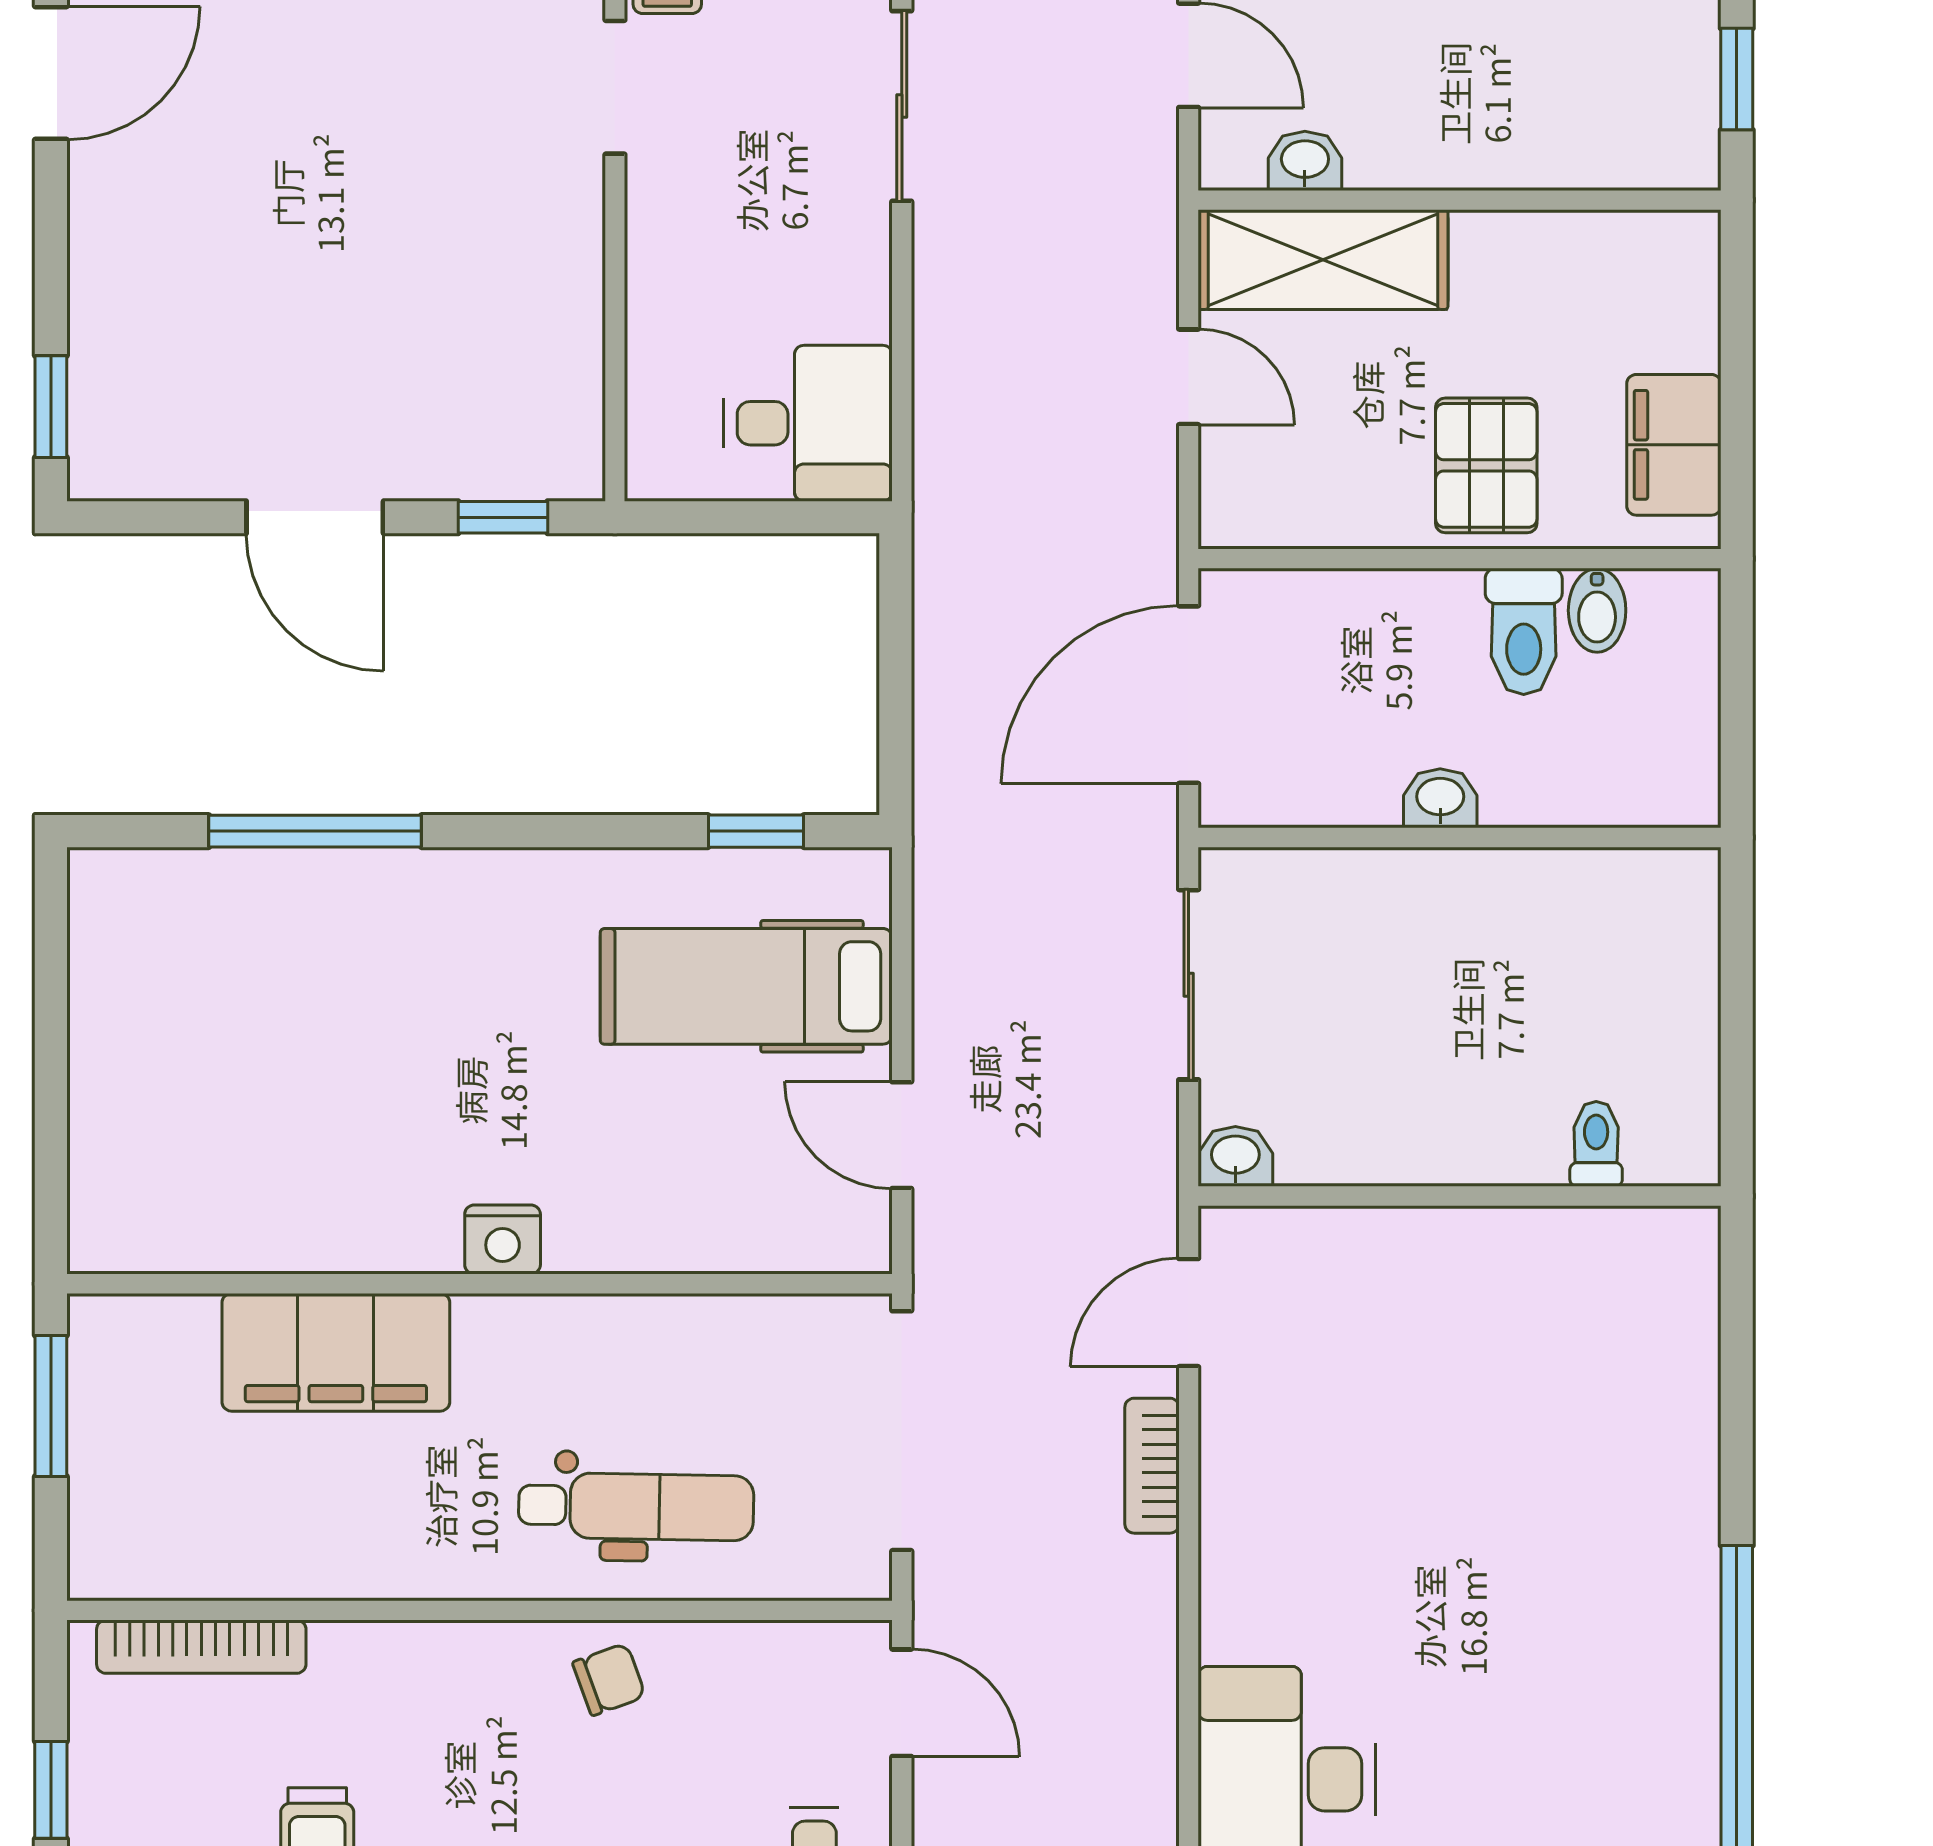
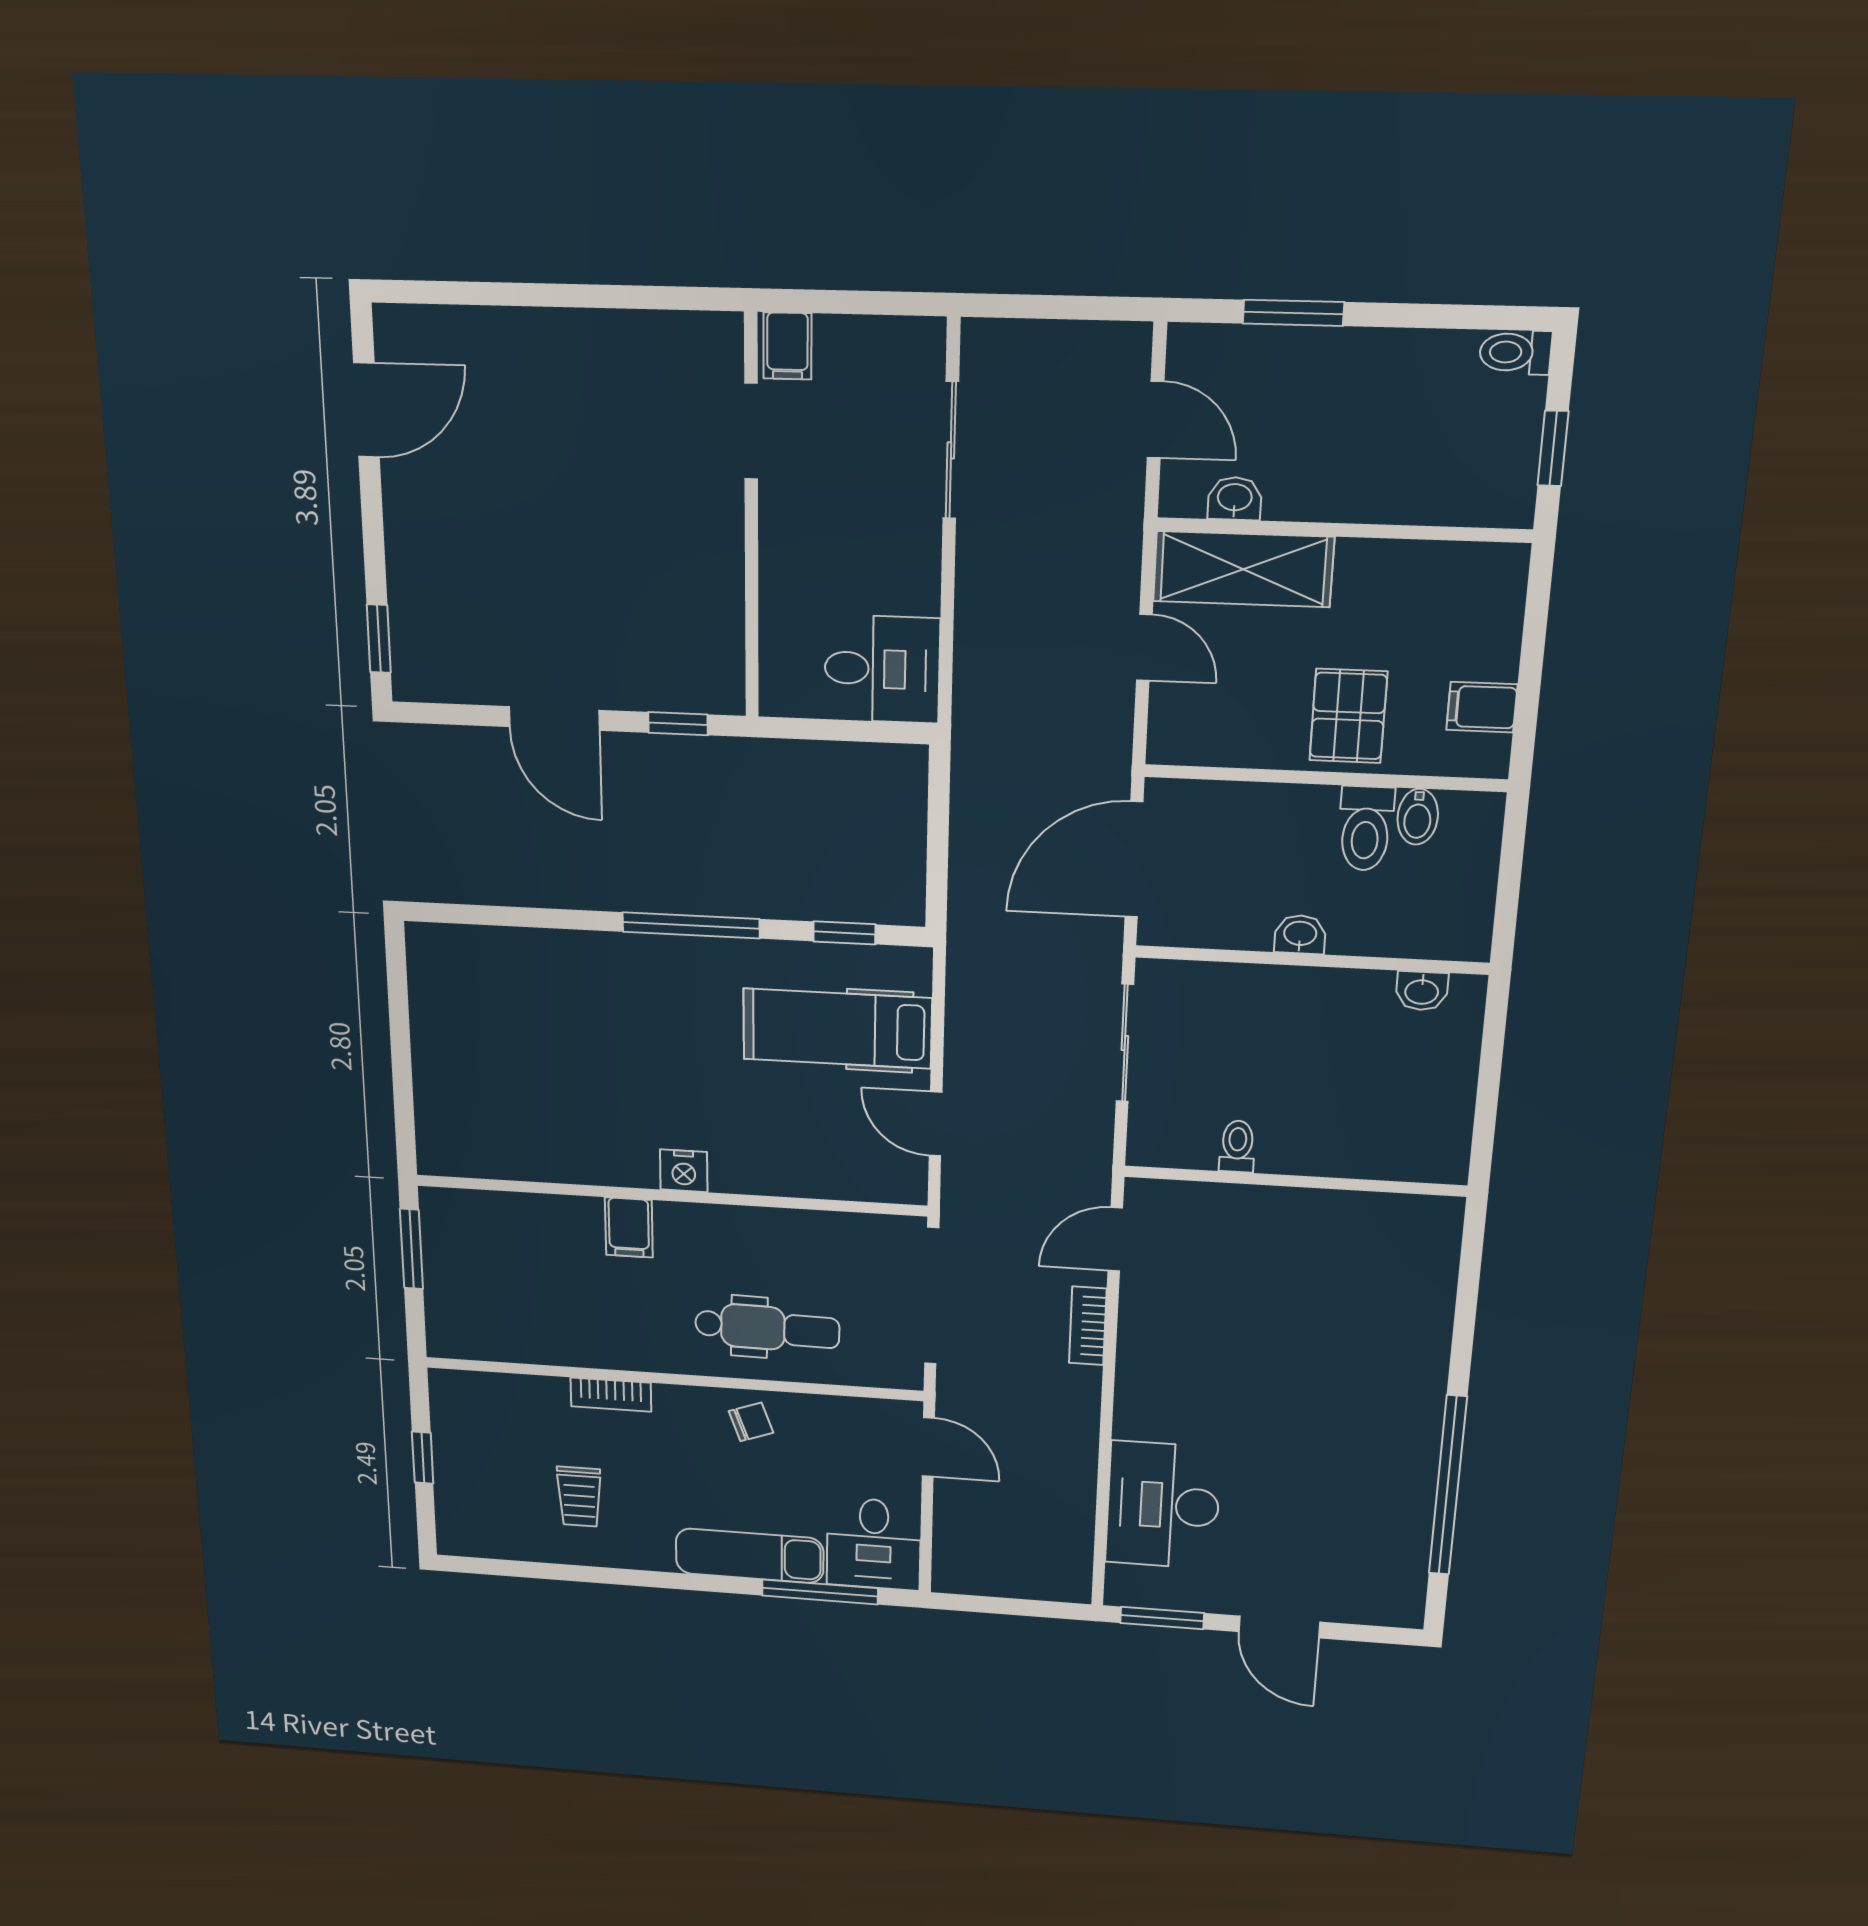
filing cabinet: (1674, 445) -> (1482, 707), width x0.50
window: (315, 831) -> (691, 925), moved
toilet: (1596, 1144) -> (1237, 1146), moved
washbasin: (1235, 1156) -> (1422, 991), moved, turned 180
filing cabinet: (336, 1352) -> (629, 1227), width x0.33, depth x0.86
bookcase: (201, 1647) -> (611, 1395), moved, width x0.64

